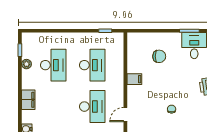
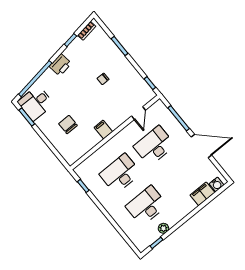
filing cabinet: (28, 100) -> (203, 194), moved
door: (125, 115) -> (138, 113), hinge flipped

